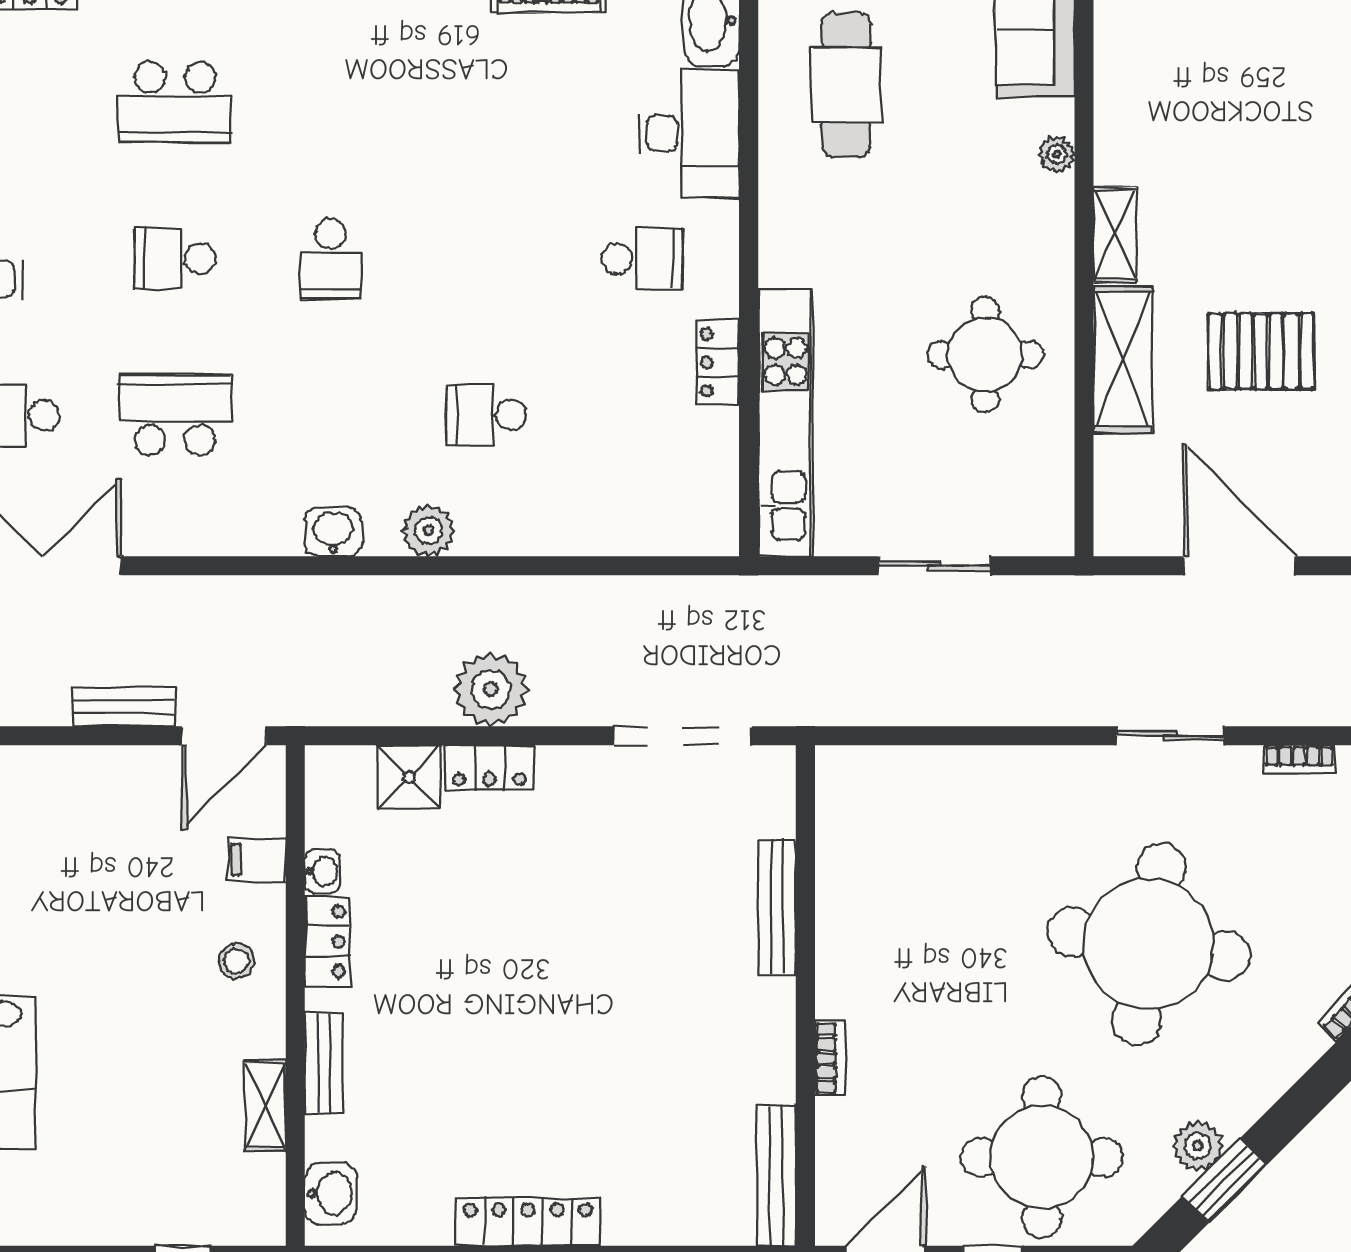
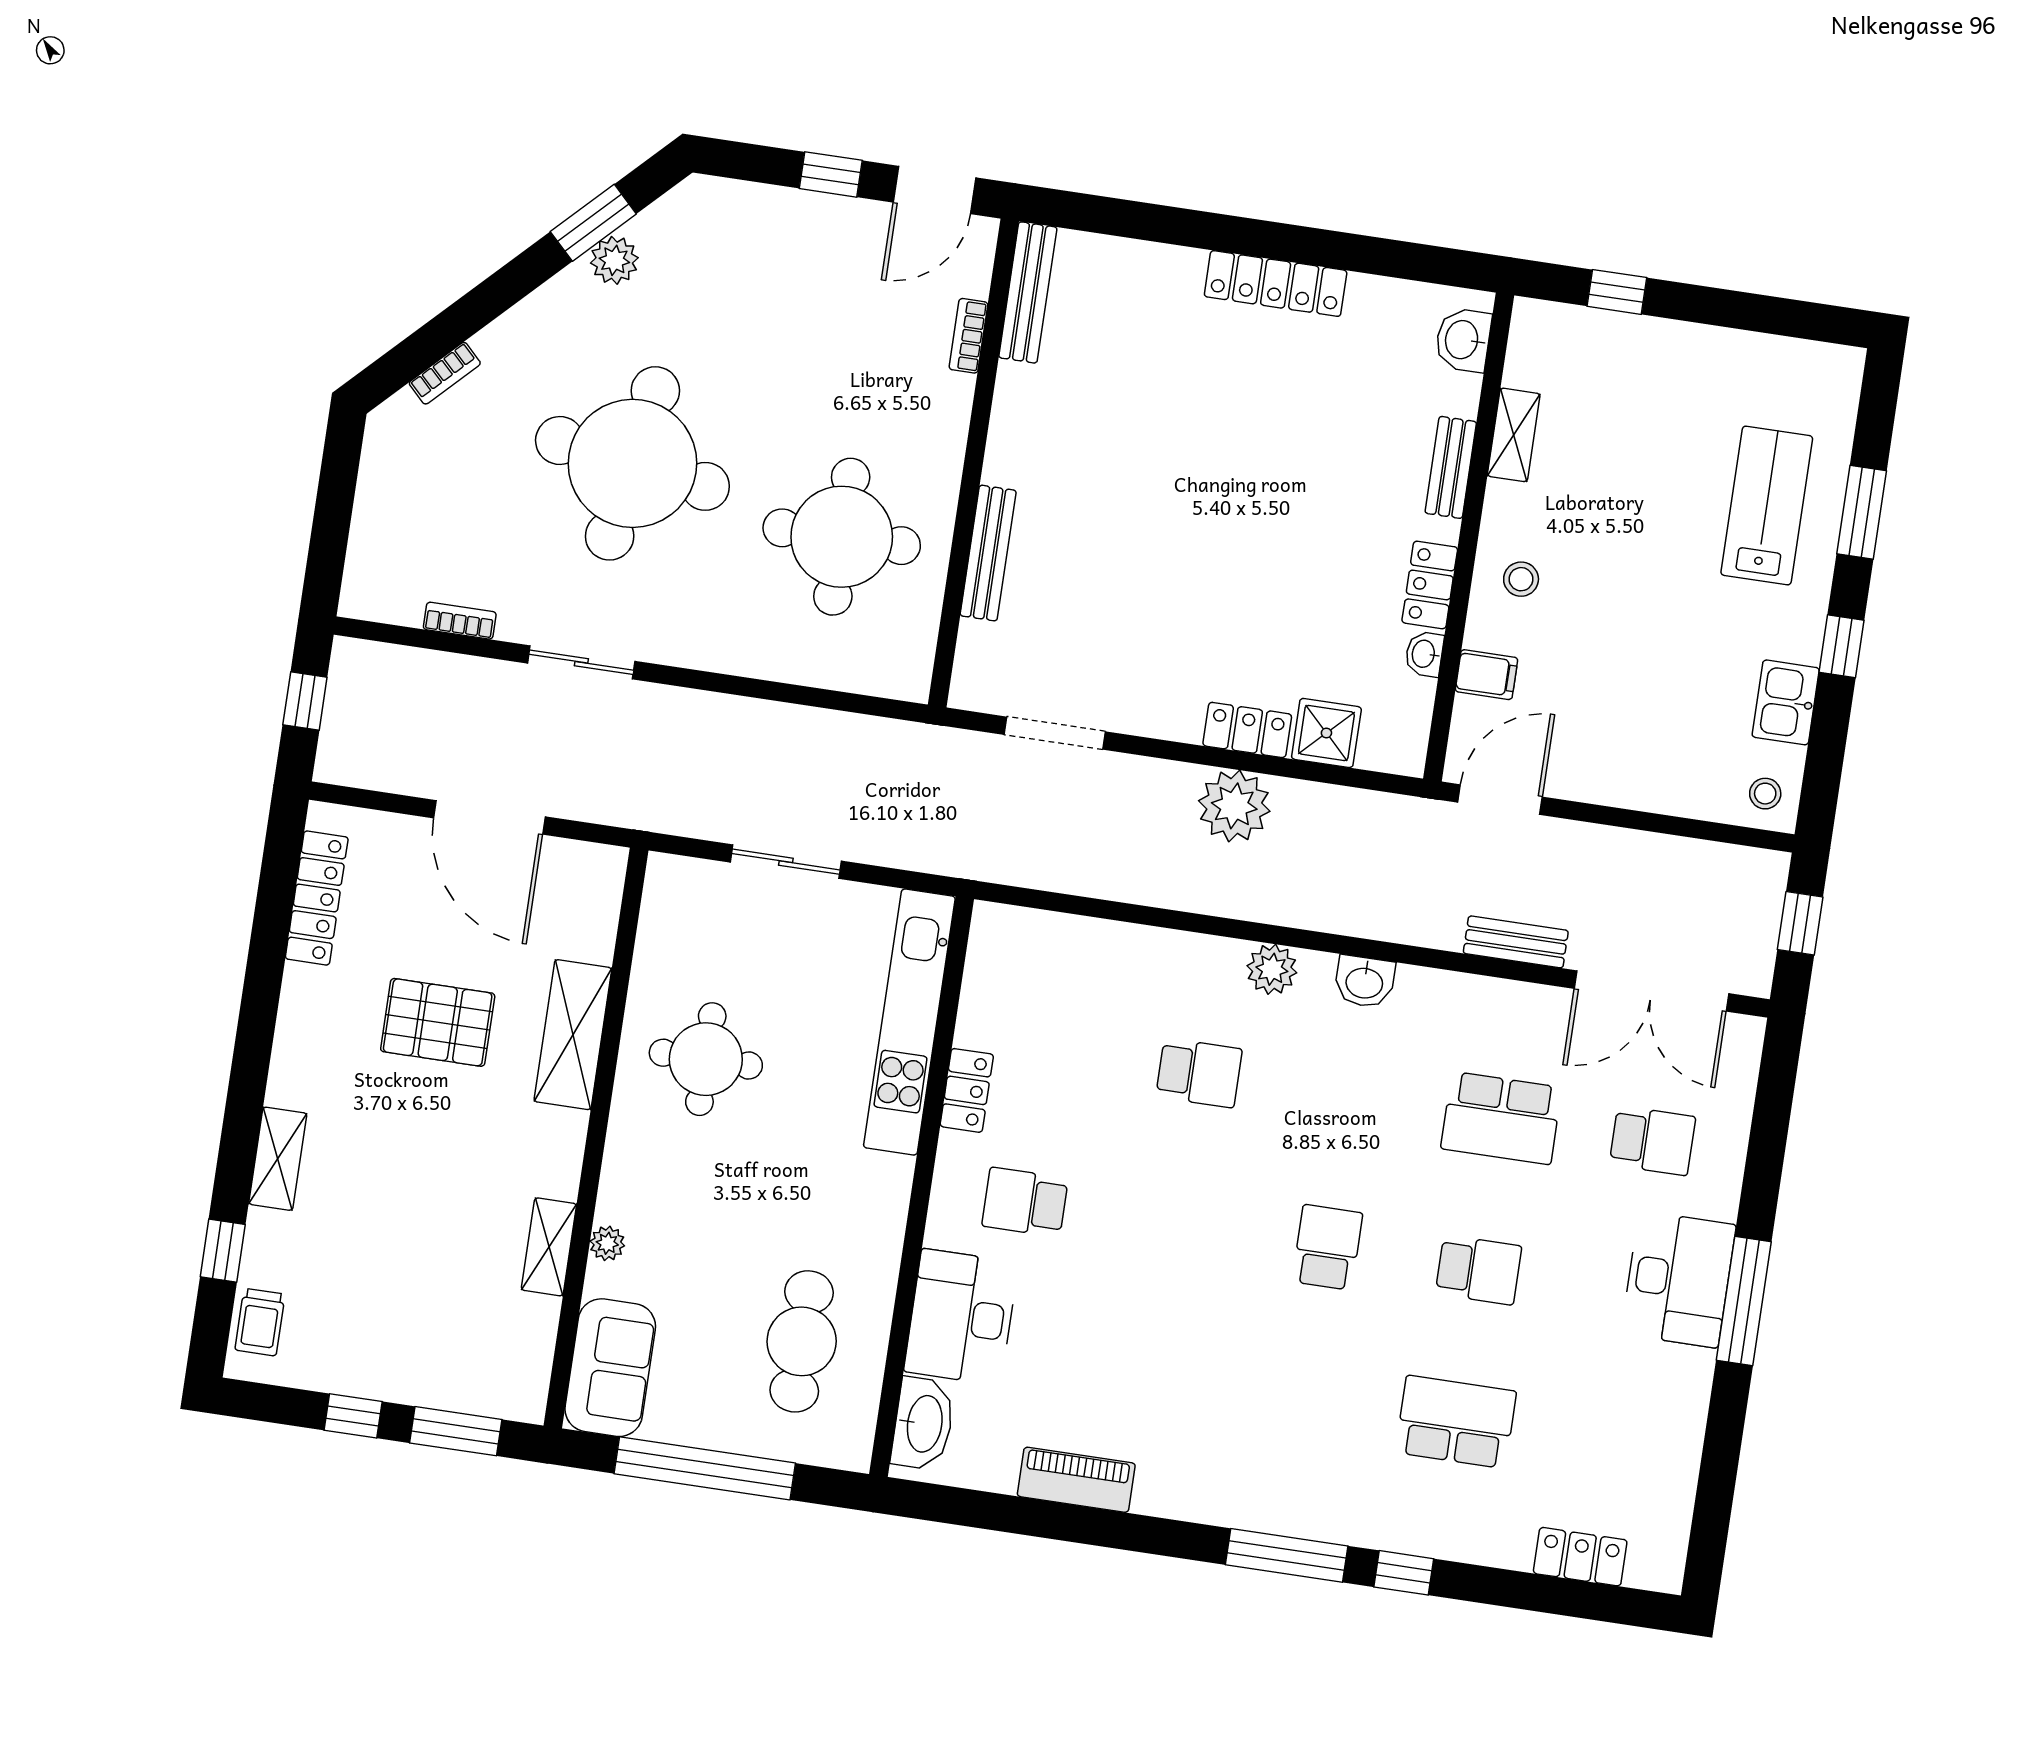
shelving: (1115, 235) -> (549, 1247), moved
bench: (124, 707) -> (1516, 942), moved
doorway: (683, 736) -> (1055, 733), width x0.73
bookcase: (830, 1058) -> (968, 336), moved
round table: (1042, 1157) -> (842, 537), moved

